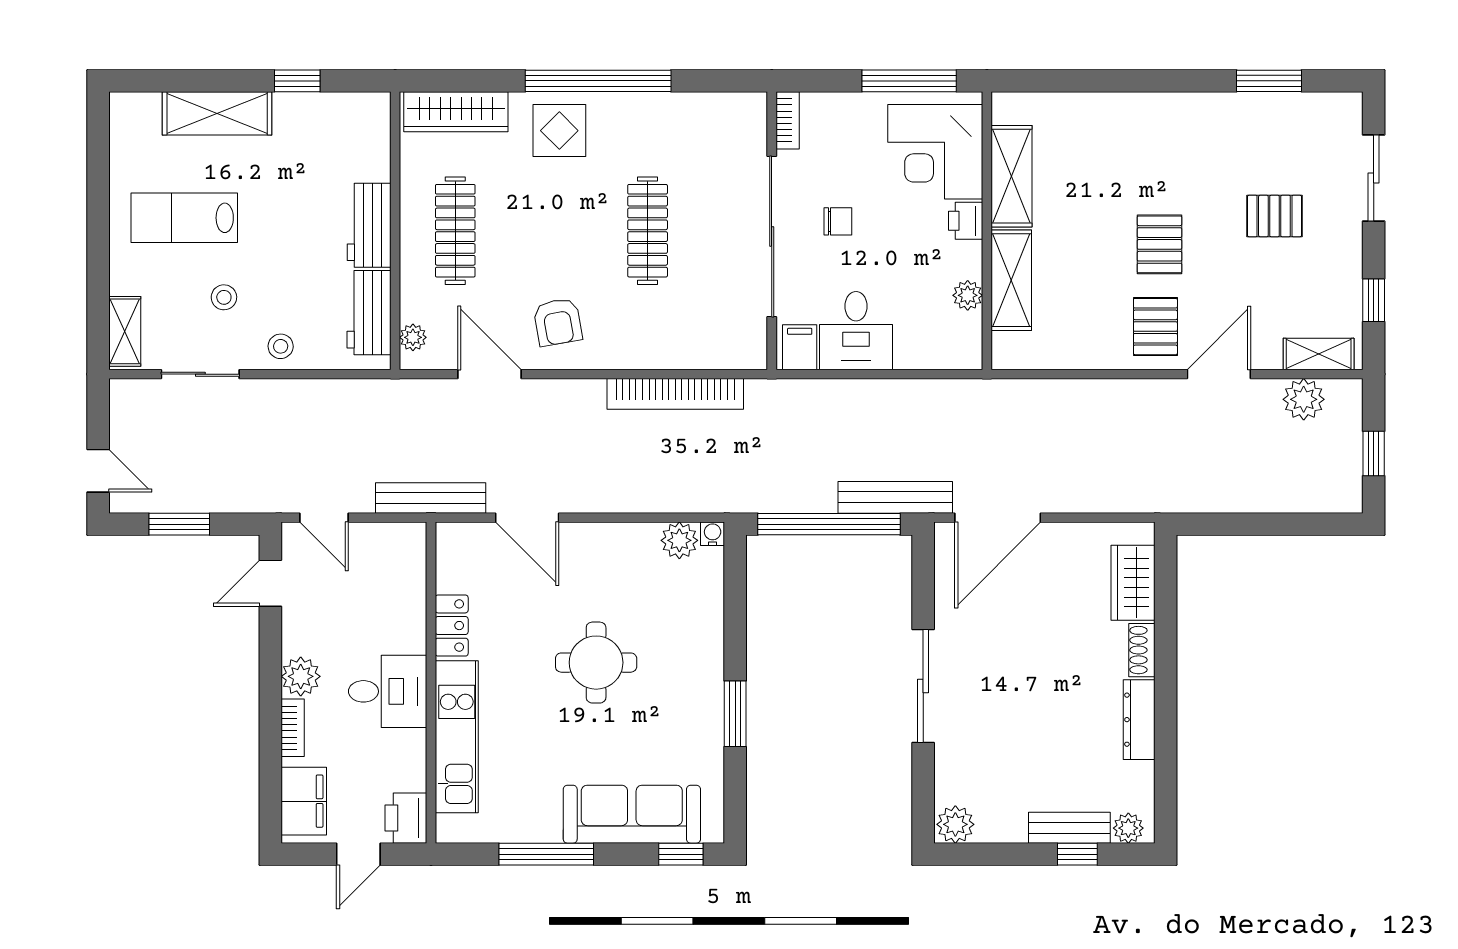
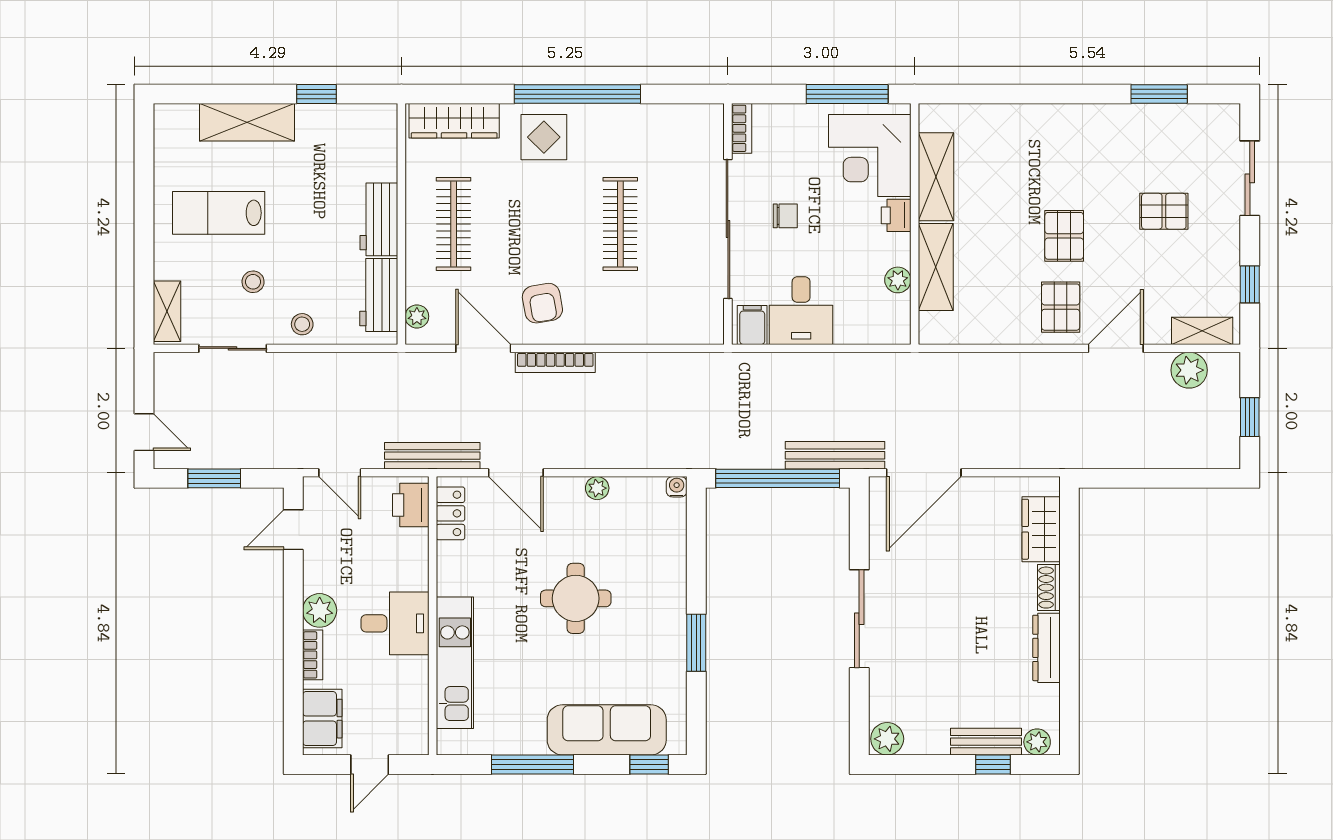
bookcase: (675, 394) -> (555, 362), moved, width x0.68, depth x0.76
plant: (679, 540) -> (597, 488), moved, width x0.73, depth x0.73
locker: (452, 626) -> (450, 513), moved
printer: (406, 818) -> (411, 505), moved

